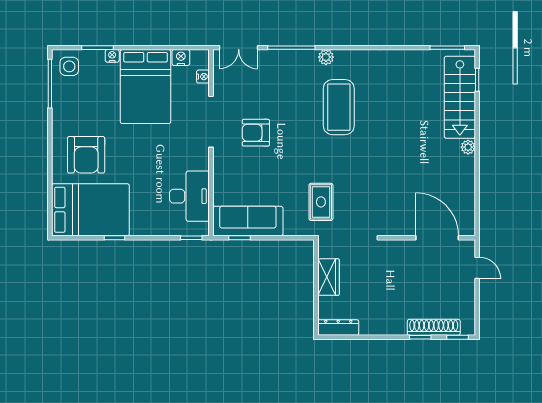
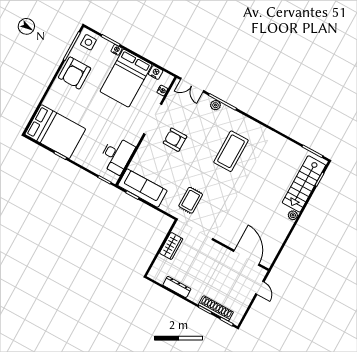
plant: (326, 57) -> (215, 105), moved
armchair: (86, 155) -> (75, 73), moved
dresser: (338, 327) -> (177, 287), moved

